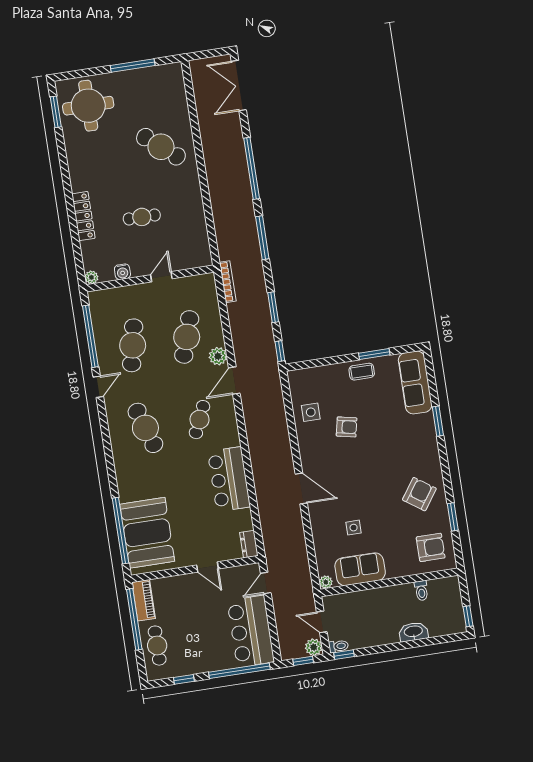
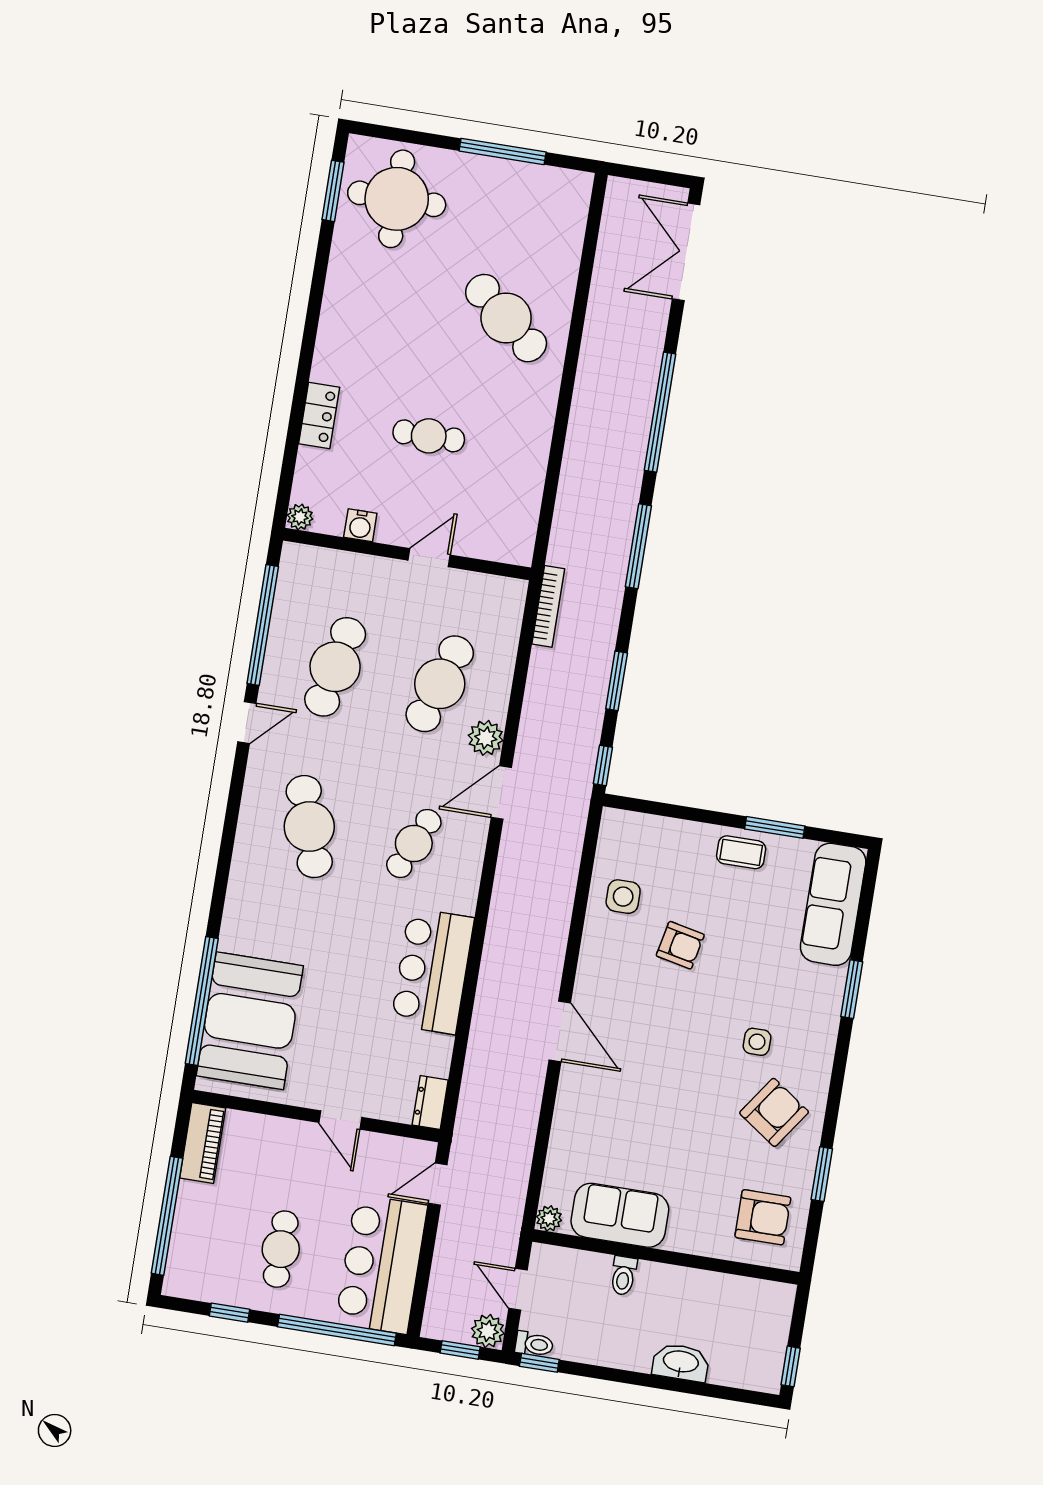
locker: (83, 216) -> (319, 416), width x0.66
side table: (354, 528) -> (757, 1042), moved
toilet: (421, 591) -> (623, 1276), moved
window: (134, 619) -> (167, 1216), moved
cafe table: (157, 646) -> (281, 1249), moved

